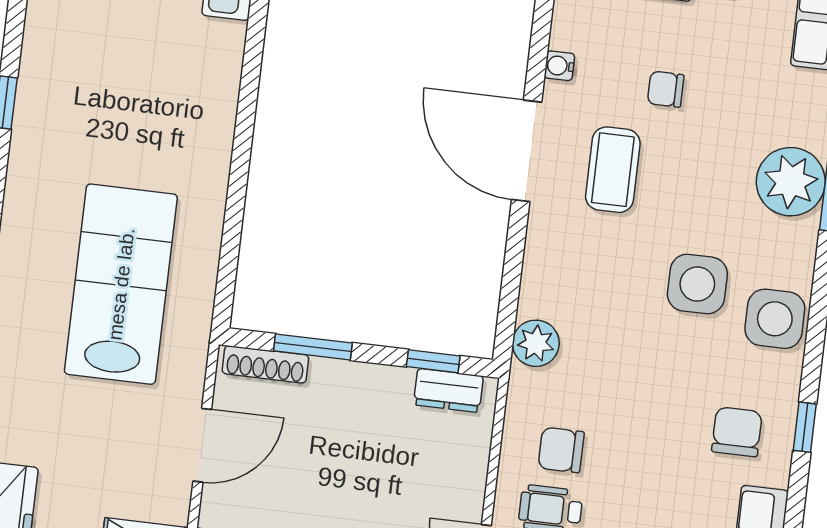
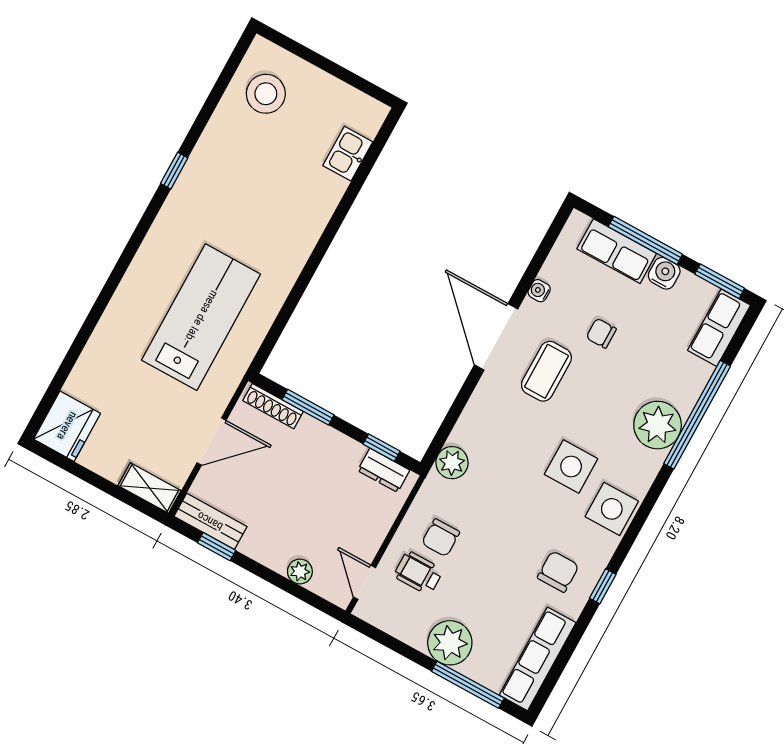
chair: (561, 450) -> (441, 538), turned -90

